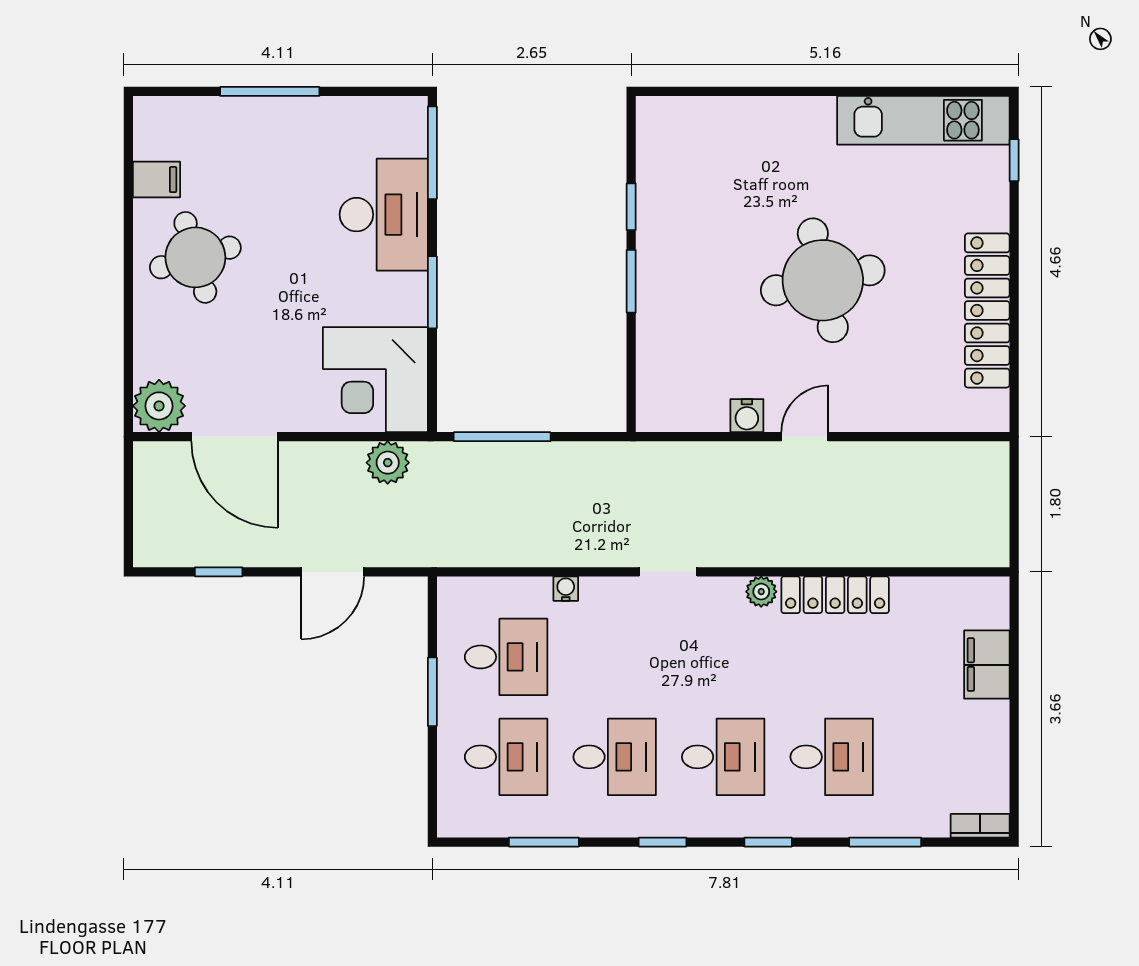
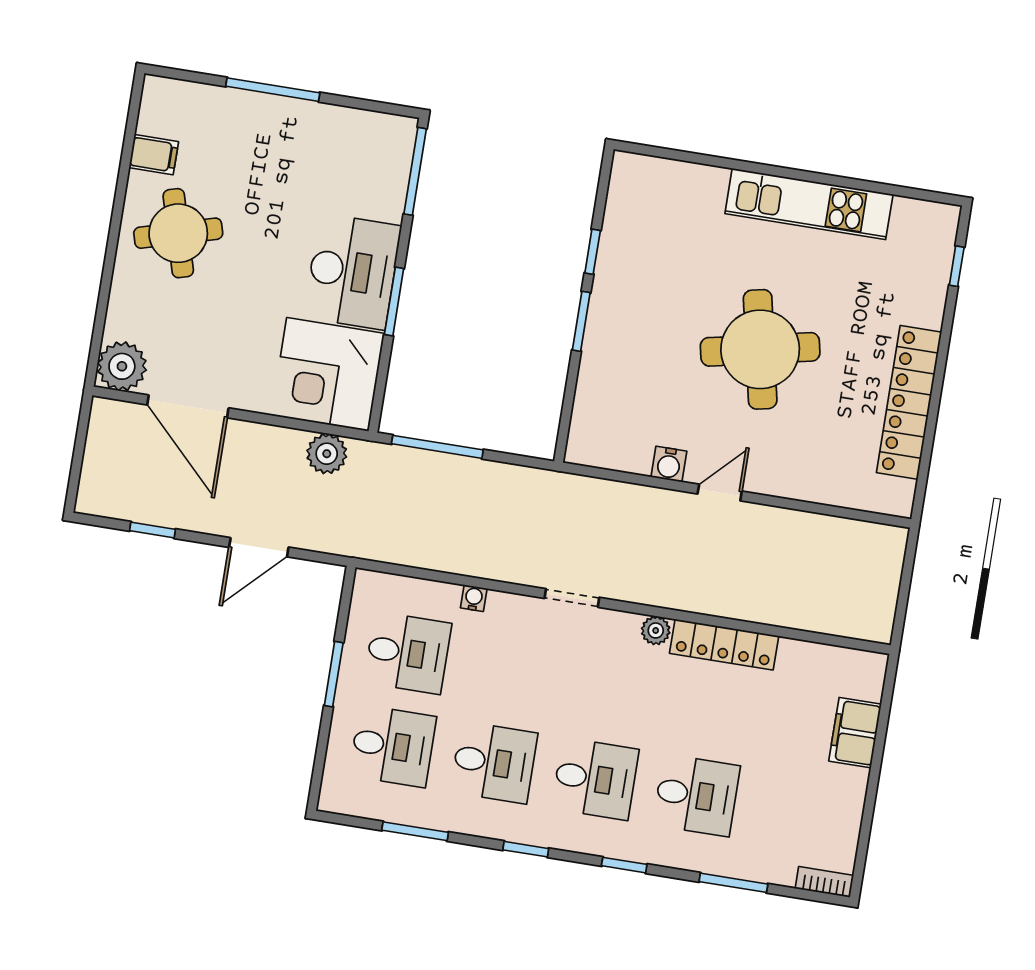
kitchen unit: (923, 120) -> (809, 204), moved
desk: (384, 215) -> (352, 272), moved

